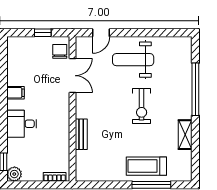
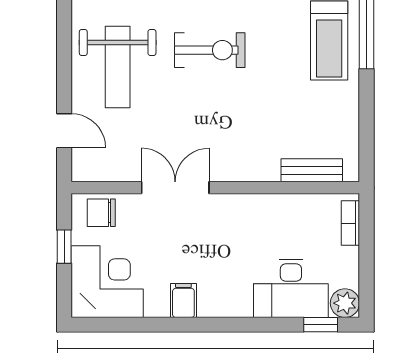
corner desk: (25, 54) -> (107, 282), added
double door: (72, 76) -> (175, 188), moved
desk: (22, 124) -> (291, 288), moved, width x1.37
bench: (81, 134) -> (312, 170), moved

